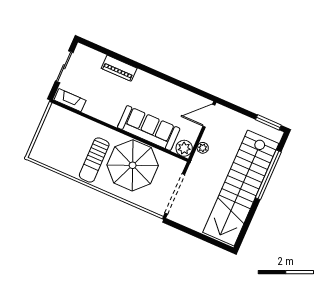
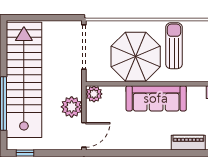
window: (268, 122) -> (25, 153), width x0.67
sofa: (149, 128) -> (156, 98), moved
plant: (203, 148) -> (72, 107), width x1.88, depth x1.88

